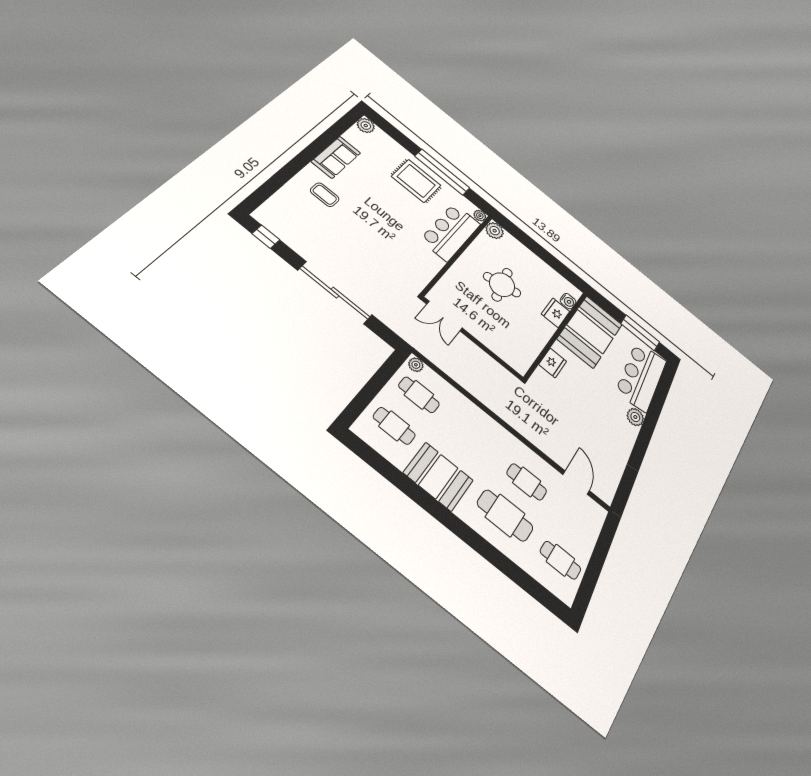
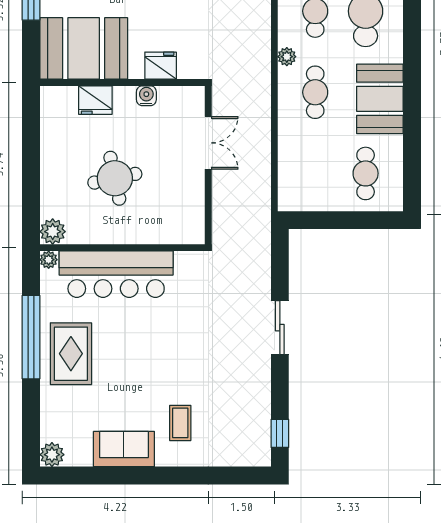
bar counter: (451, 232) -> (116, 274), width x1.36
sliding door: (335, 293) -> (280, 328), width x0.54
water cooler: (568, 301) -> (146, 96), moved
double door: (444, 316) -> (208, 143), moved
plant: (416, 365) -> (287, 57), moved
cafe table: (419, 395) -> (315, 92), moved

